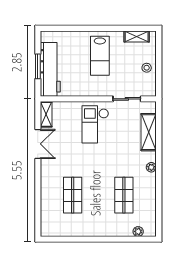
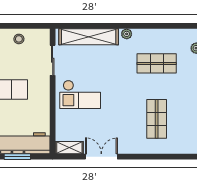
shelving: (149, 132) -> (89, 37), width x1.47
shop shelf: (73, 195) -> (157, 119), turned 90

